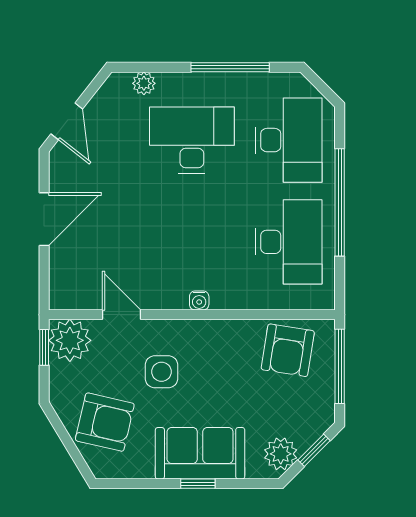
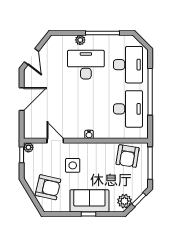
plant: (144, 83) -> (80, 40), moved
plant: (70, 340) -> (28, 147), width x0.53, depth x0.53

